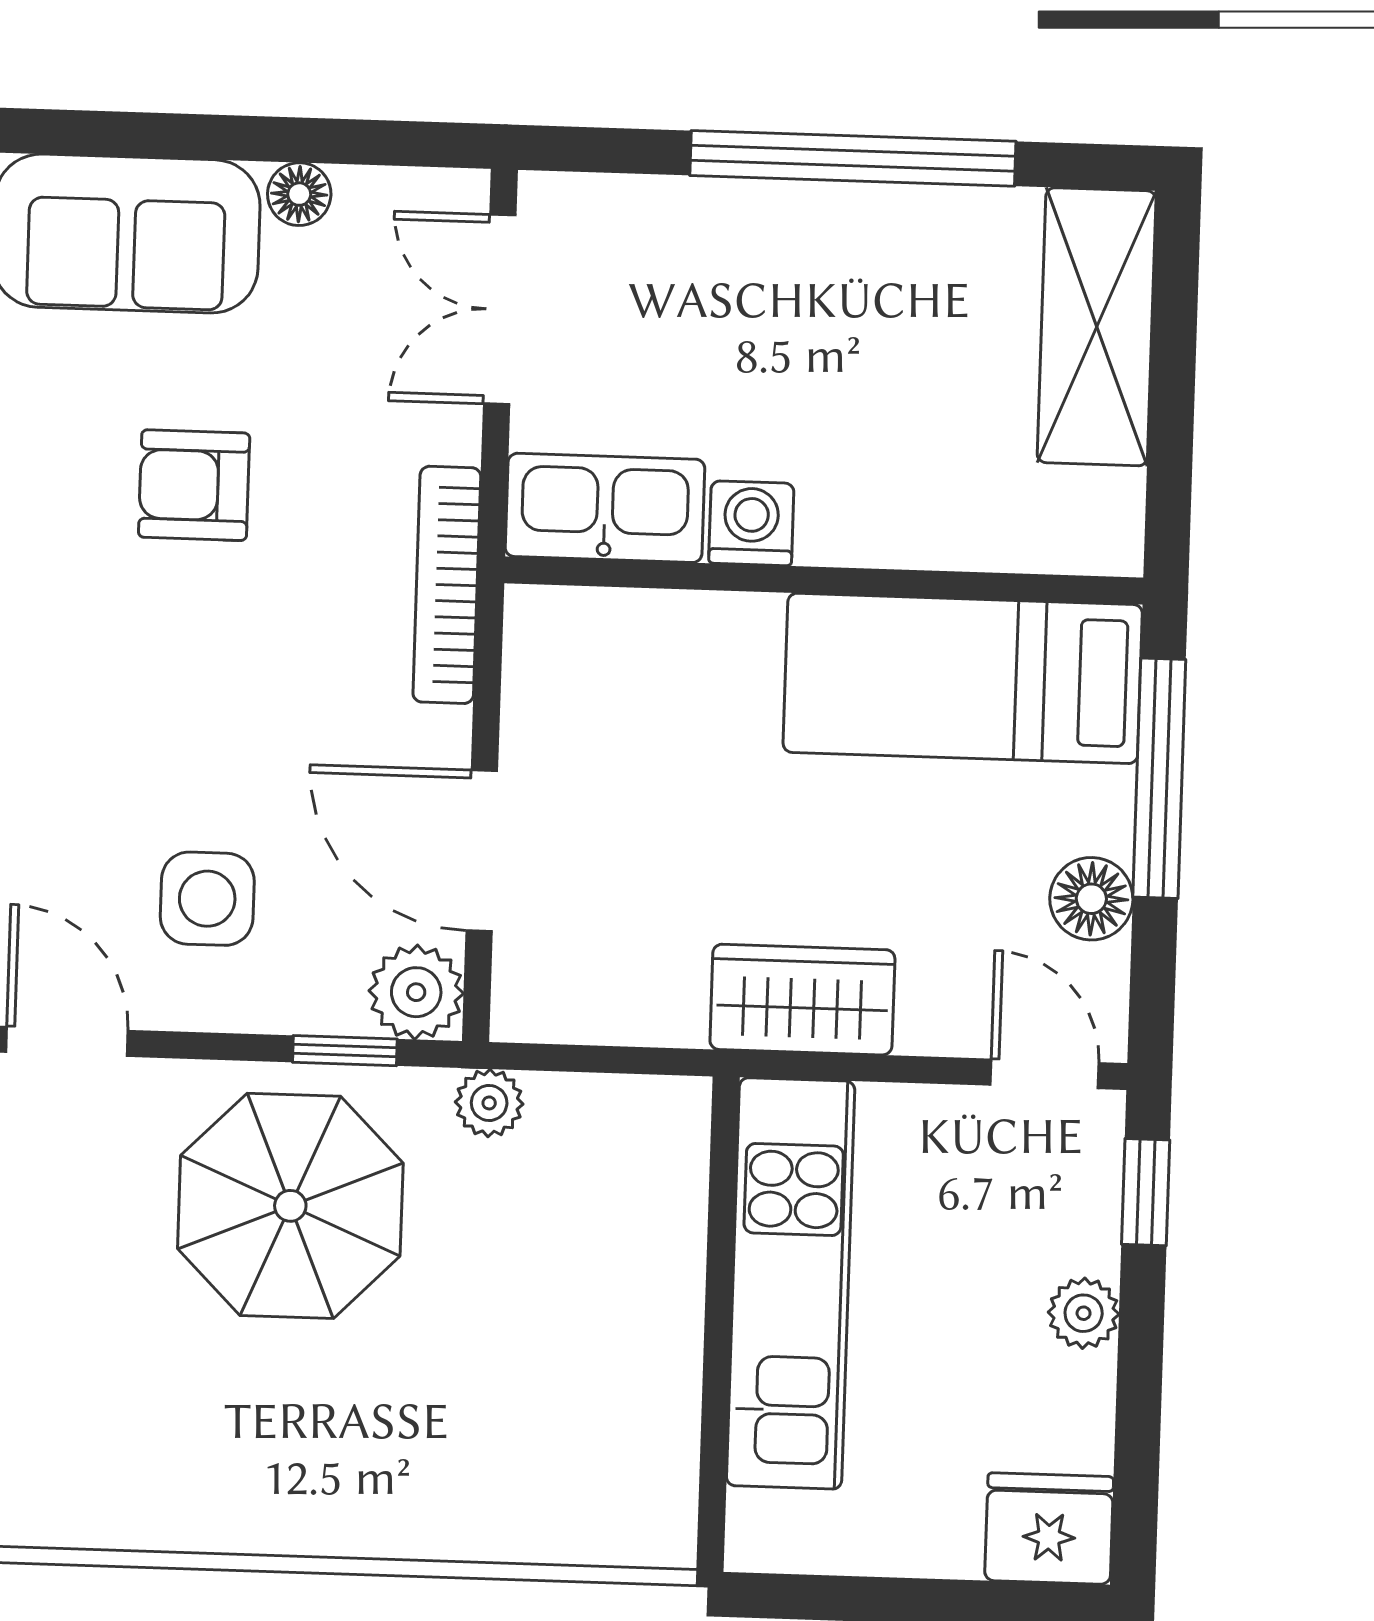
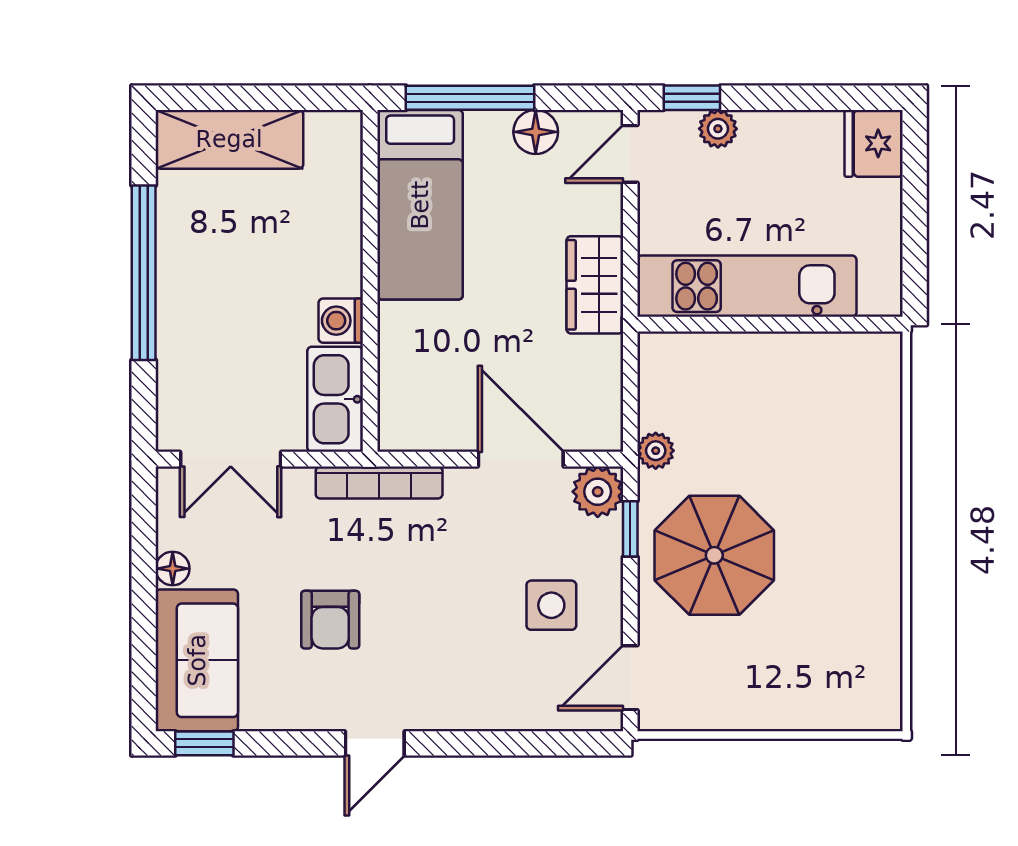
door: (482, 851) -> (521, 459), swing flipped
plant: (1084, 1313) -> (718, 129), moved

